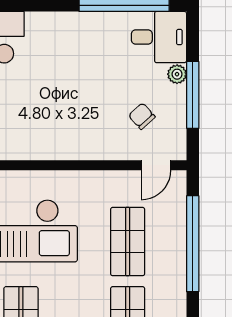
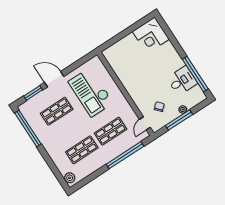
desk: (159, 37) -> (182, 81), moved, turned -90
door: (156, 165) -> (145, 123), hinge flipped

